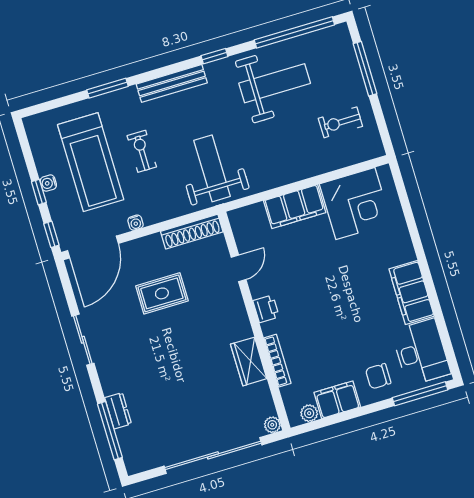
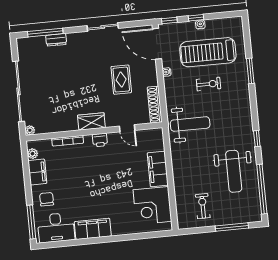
bench: (172, 83) -> (246, 110), removed
wardrobe: (249, 361) -> (91, 121), moved

